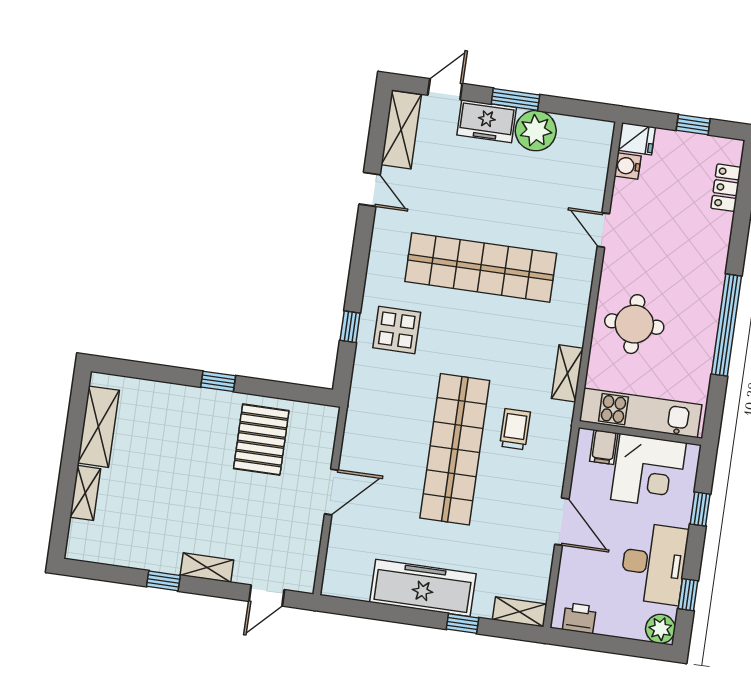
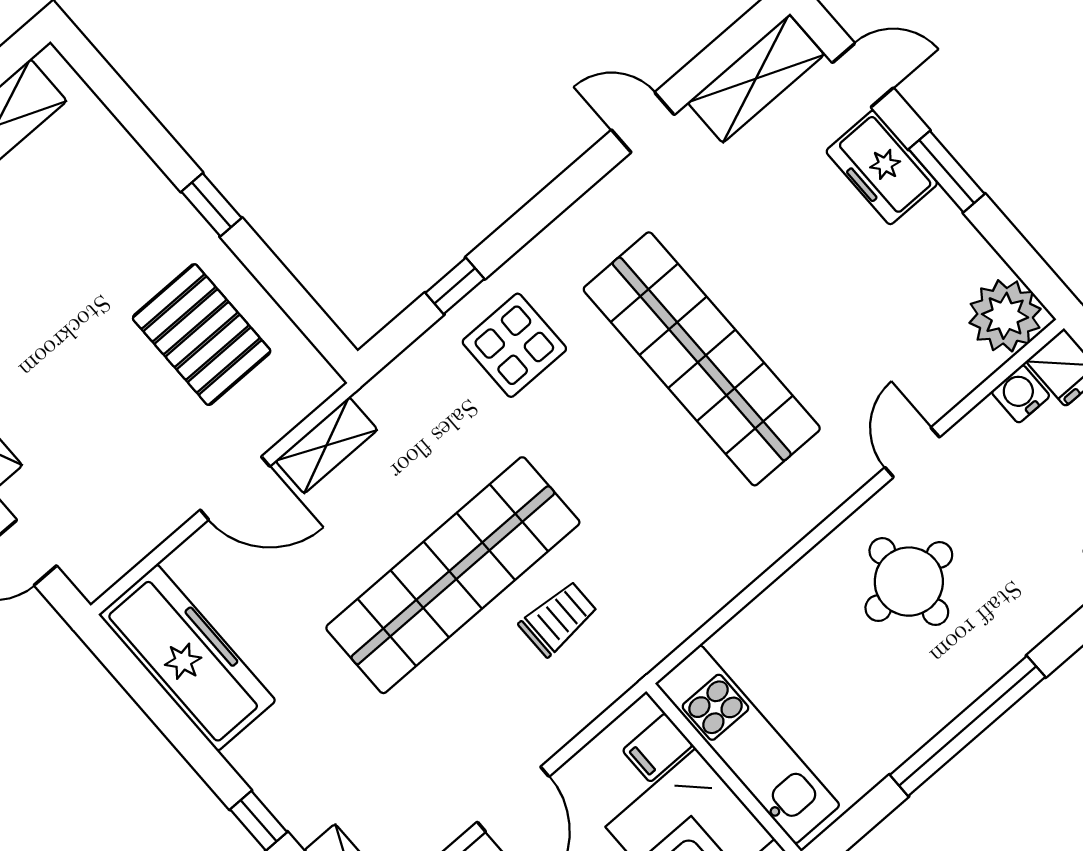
plant: (536, 131) -> (1005, 316), moved
door: (370, 189) -> (643, 122), swing flipped
round table: (634, 324) -> (909, 582), moved
shelving: (567, 373) -> (326, 445), moved
pallet: (261, 440) -> (202, 335), turned 90
freezer: (423, 588) -> (187, 658), moved

